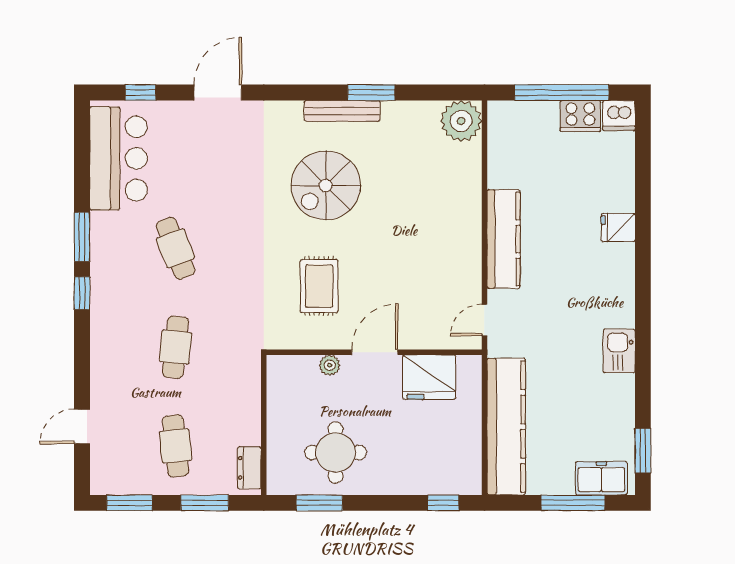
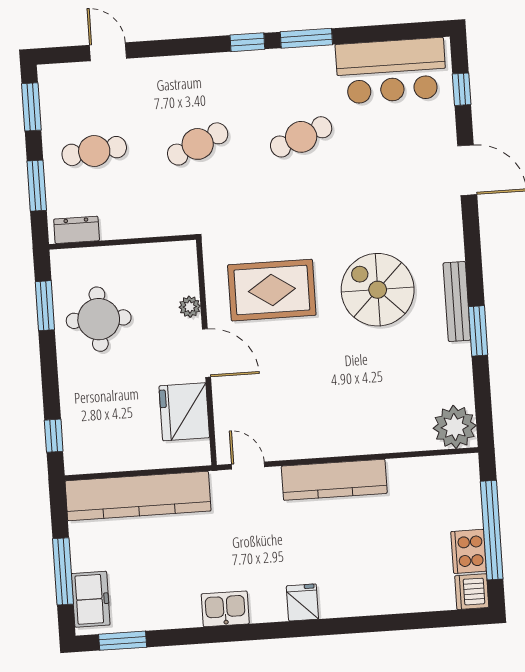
fridge: (618, 228) -> (302, 602), moved
rug: (319, 286) -> (272, 290), width x1.36, depth x1.43
cafe table: (175, 347) -> (198, 144), turned -30

